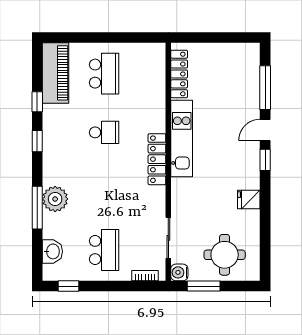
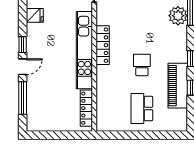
piano: (56, 73) -> (178, 86), moved
school desk: (104, 132) -> (142, 65), turned 90
kitchen unit: (182, 138) -> (84, 50), width x1.36

